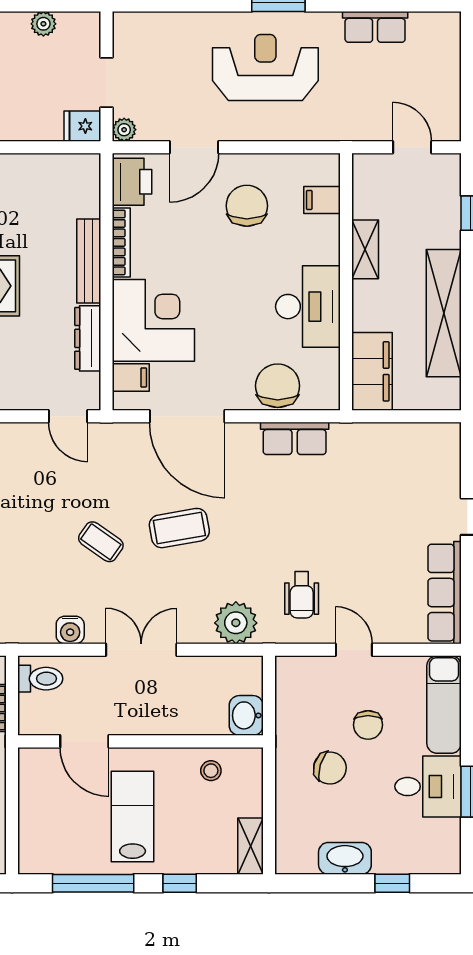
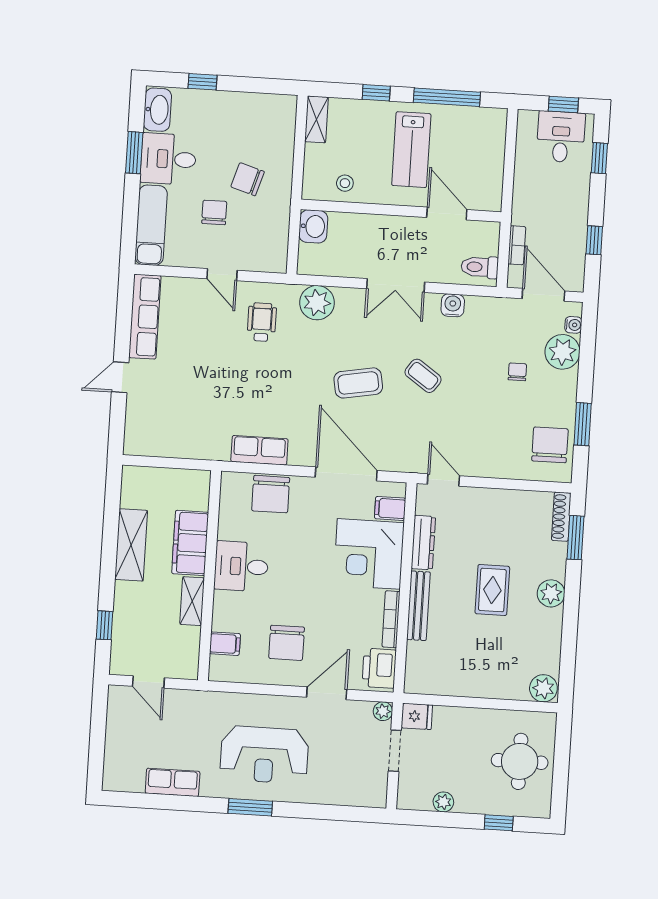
desk: (308, 307) -> (241, 566), width x0.73
shelving: (444, 313) -> (131, 545), width x0.68
filing cabinet: (372, 371) -> (190, 543), moved
washbasin: (345, 858) -> (157, 110), moved, turned -90

